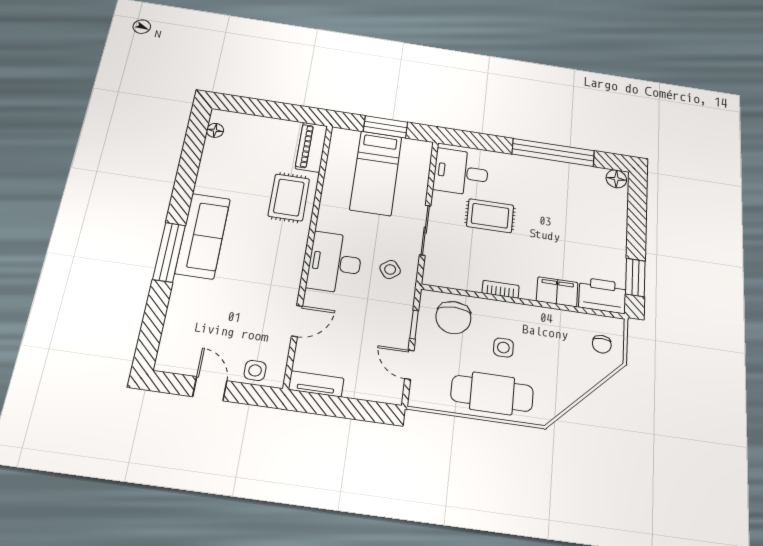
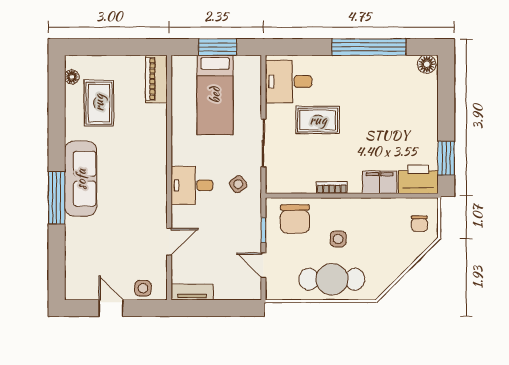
rug: (289, 197) -> (99, 103), moved
desk: (335, 263) -> (192, 185), width x0.73

